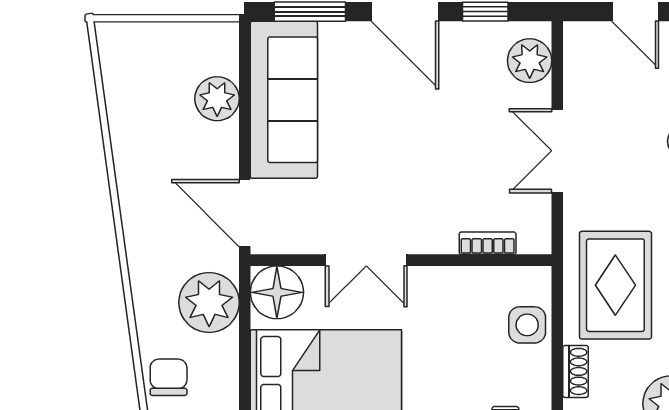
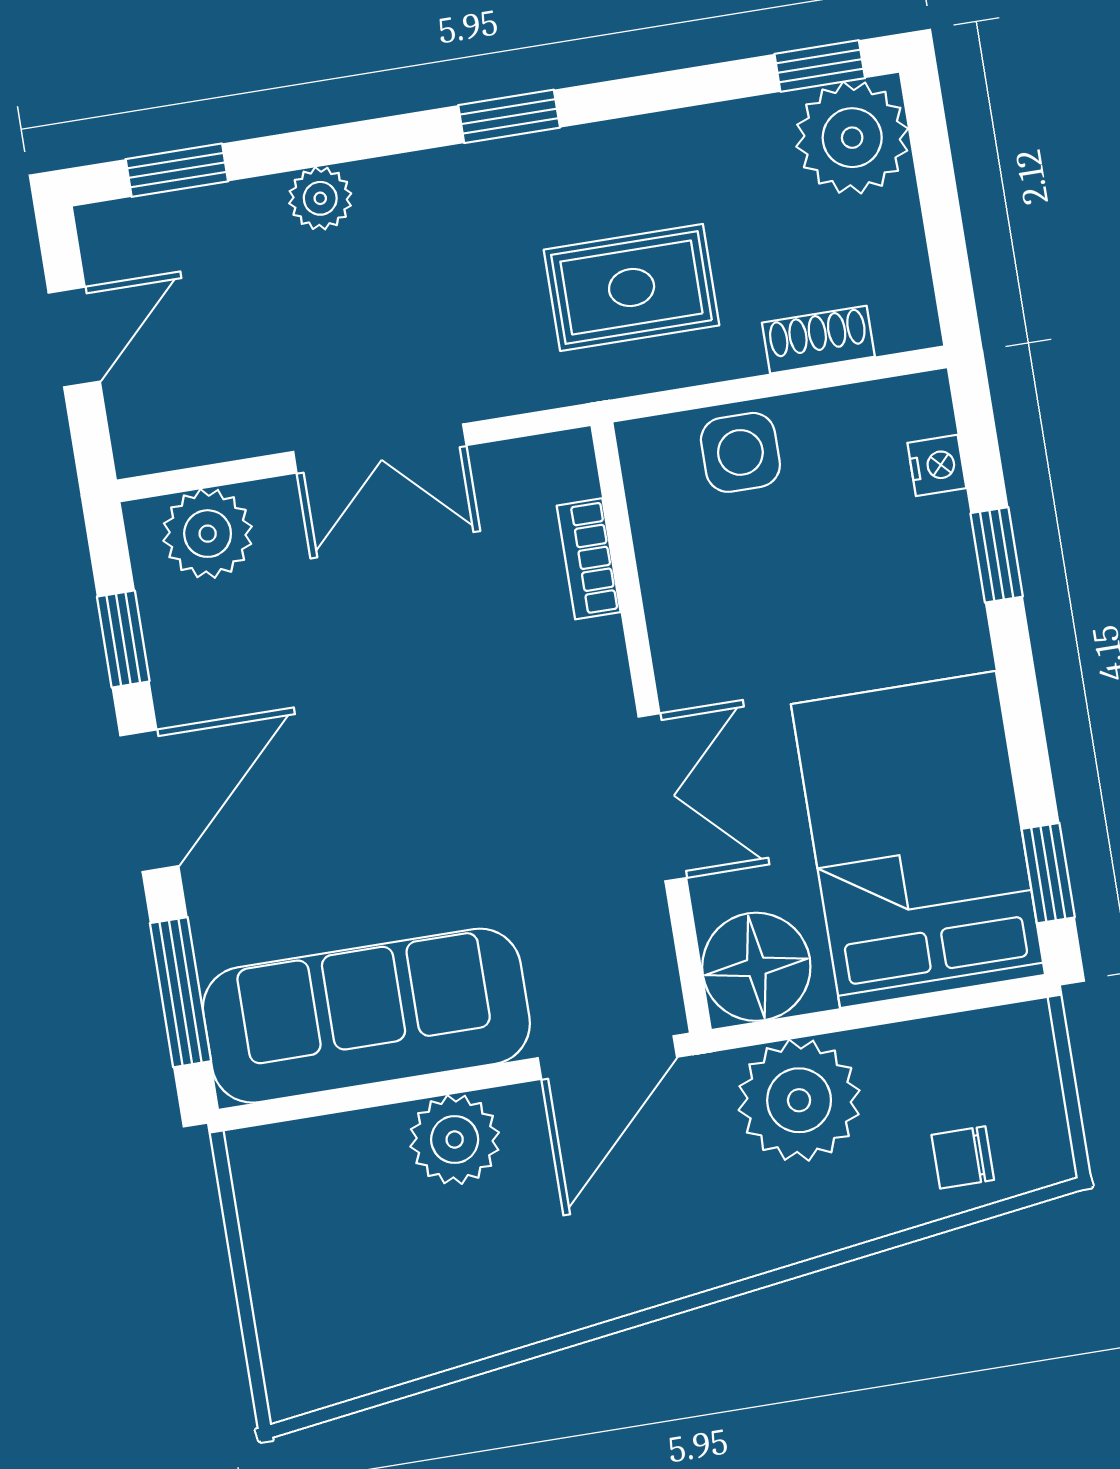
plant: (217, 99) -> (455, 1140), moved
rug: (615, 285) -> (632, 288), width x0.73, depth x0.70
chair: (169, 377) -> (963, 1157), width x0.73, depth x0.73

